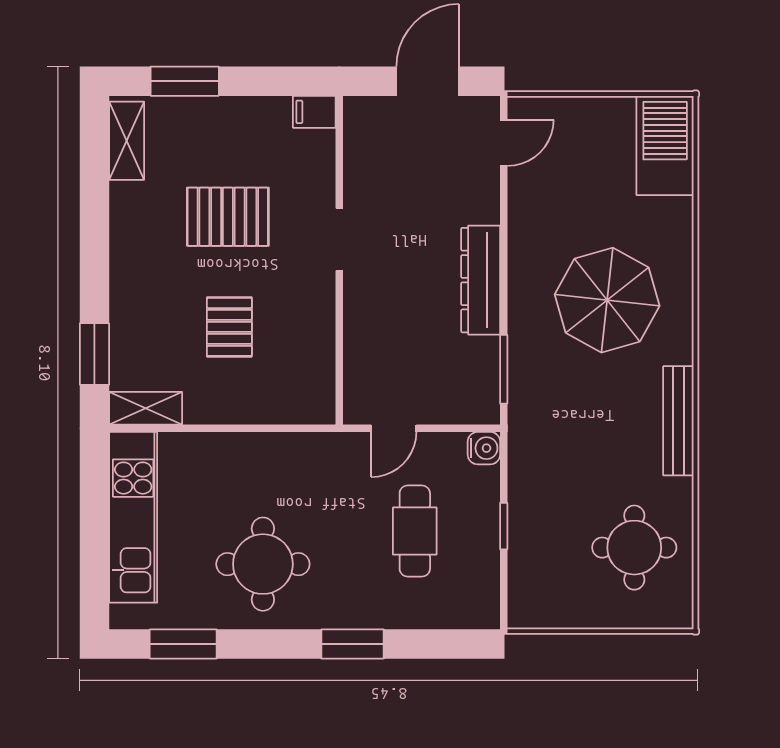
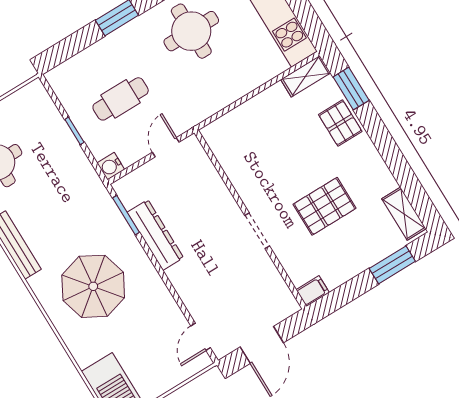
dresser: (481, 280) -> (155, 235), moved
pallet: (229, 327) -> (340, 123), moved
cafe table: (415, 531) -> (121, 99), turned 90

